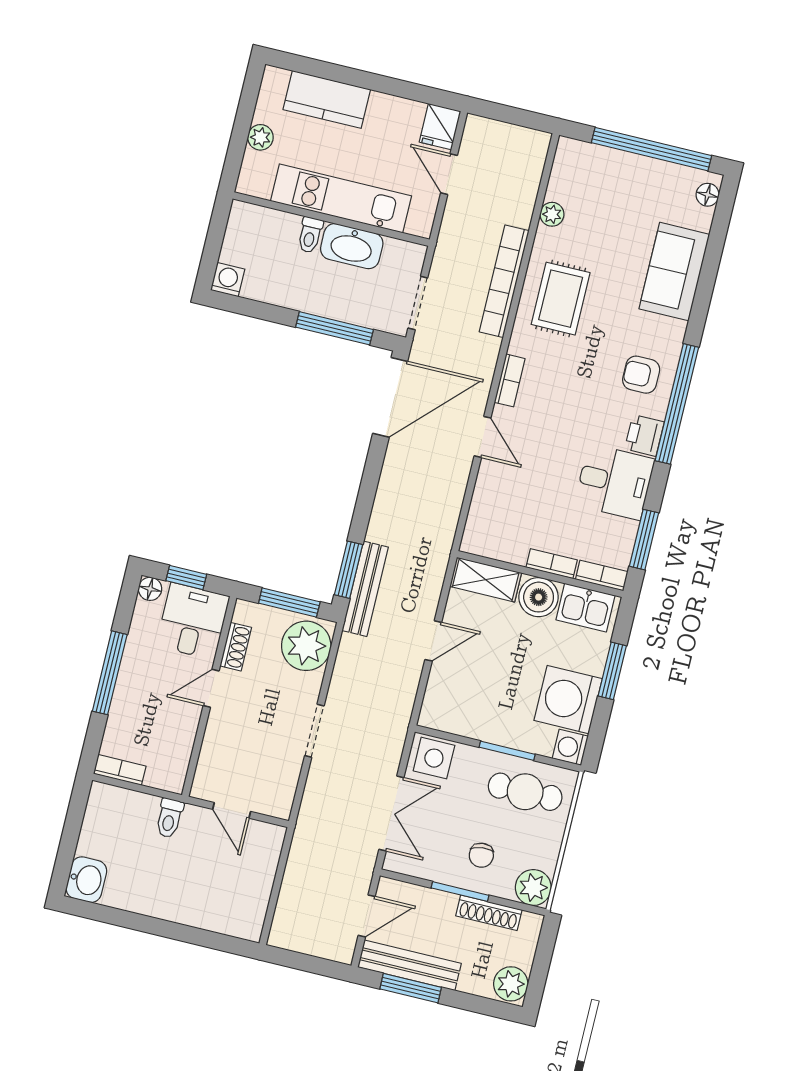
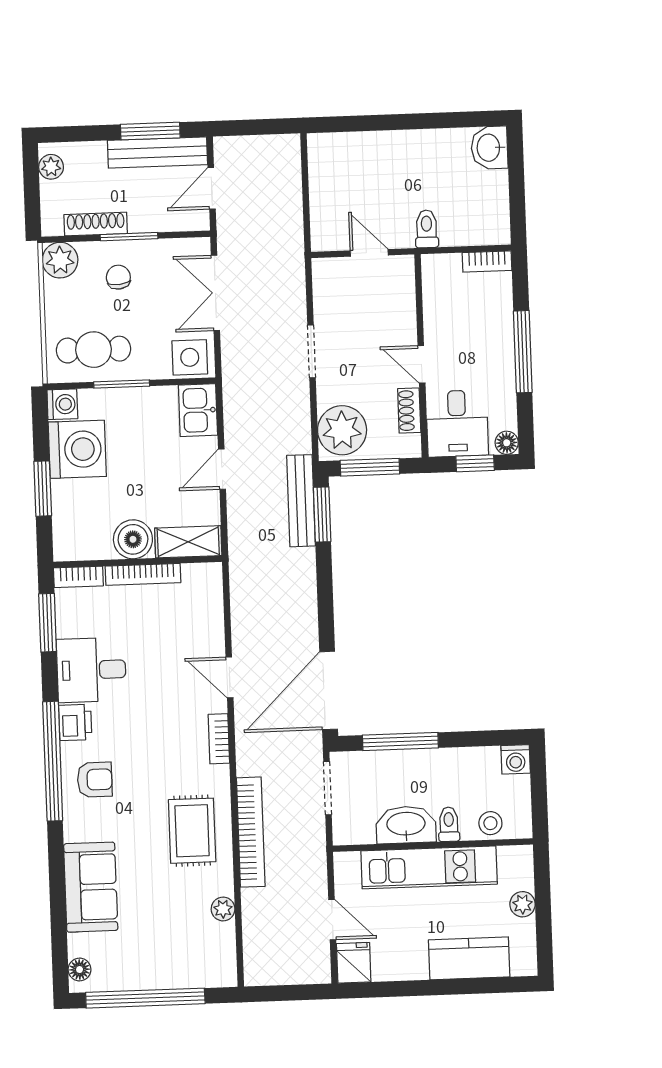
stool: (269, 225) -> (490, 823), added
bookcase: (552, 564) -> (143, 574), width x1.56
kitchen sink: (585, 608) -> (198, 410), moved, turned -90
door: (211, 688) -> (421, 364), swing flipped
plant: (511, 984) -> (51, 167), width x0.73, depth x0.73

